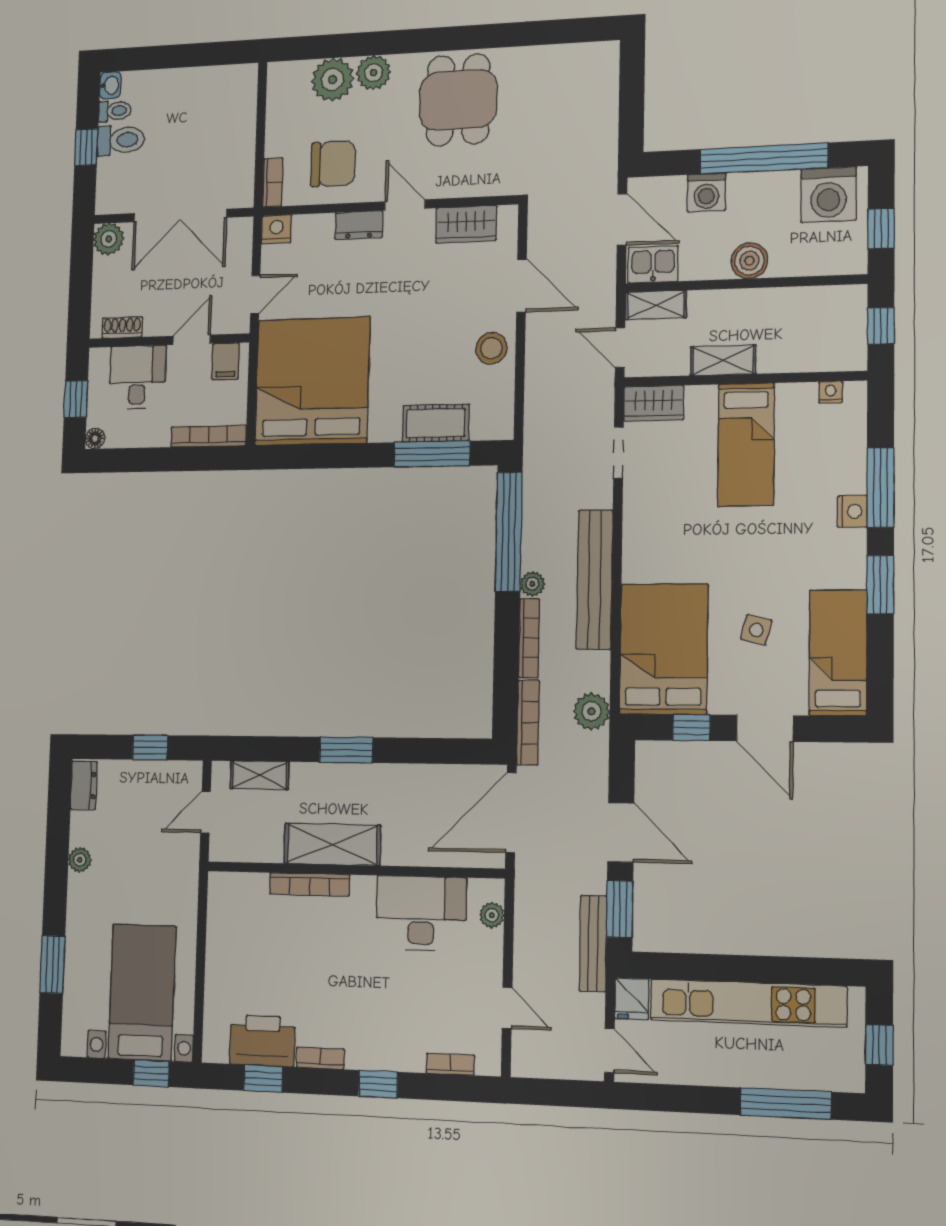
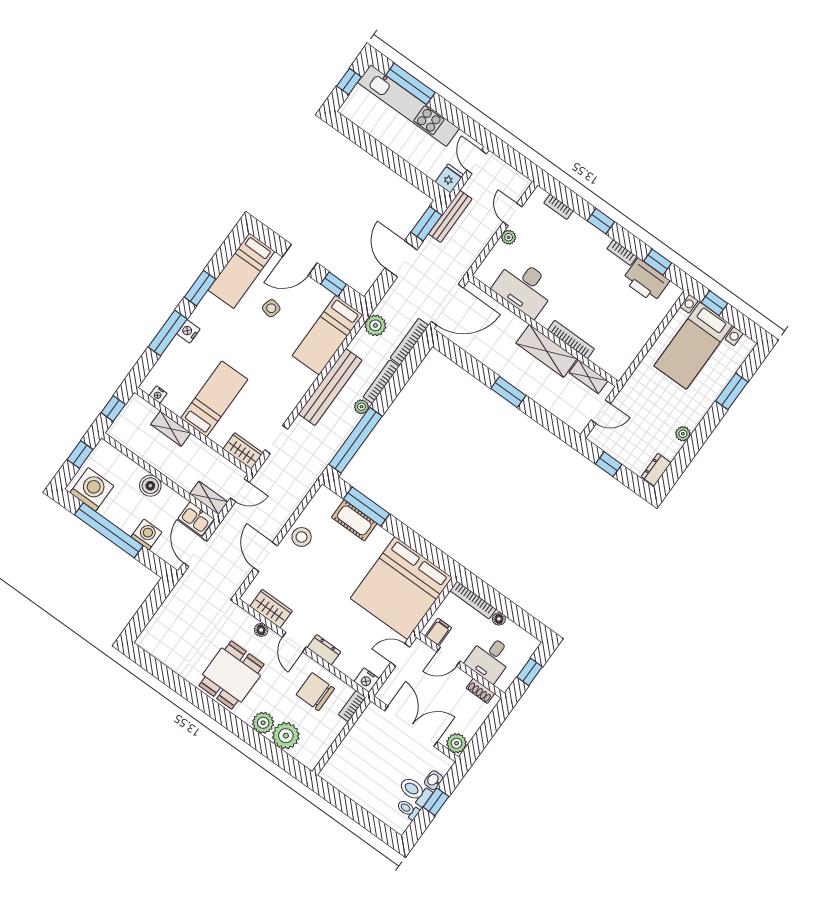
washbasin: (110, 85) -> (434, 780), moved
floor lamp: (460, 187) -> (261, 630), added
door: (620, 347) -> (240, 490), hinge flipped
shelving: (723, 360) -> (171, 429), moved
floor lamp: (95, 439) -> (499, 619), moved
bed: (664, 649) -> (327, 335), width x0.67
door: (765, 728) -> (300, 260), swing flipped
shelving: (260, 775) -> (588, 377), moved
plant: (492, 915) -> (509, 237), moved
kitchen unit: (748, 1003) -> (408, 106), moved, turned 180

